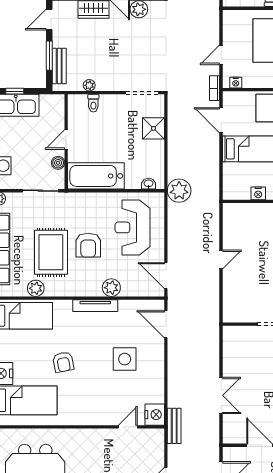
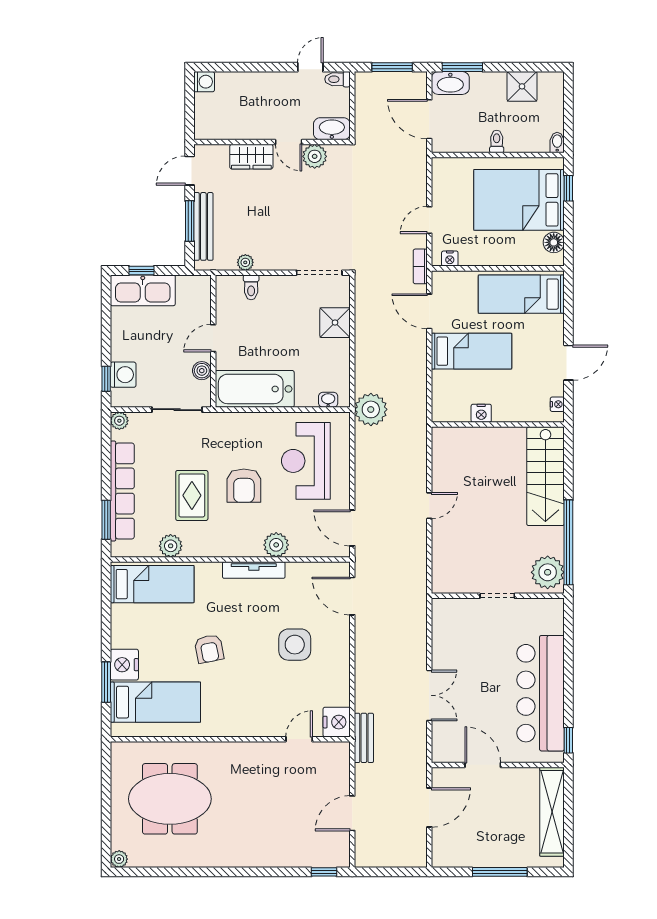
bench: (59, 66) -> (203, 226), width x1.36
rug: (51, 252) -> (192, 495), width x0.73, depth x0.70

